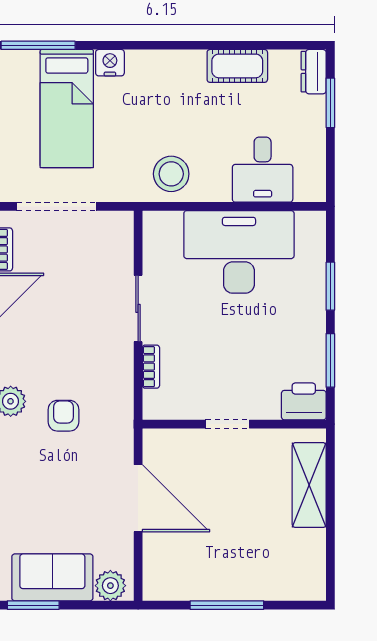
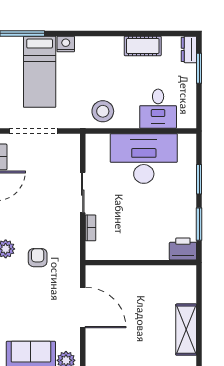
doorway: (227, 424) -> (137, 263), removed
shelving: (309, 485) -> (186, 330), moved

